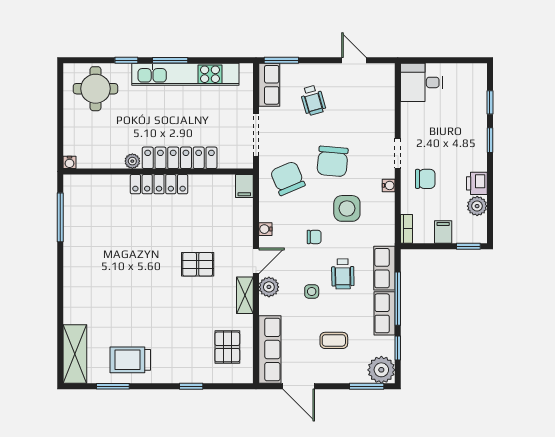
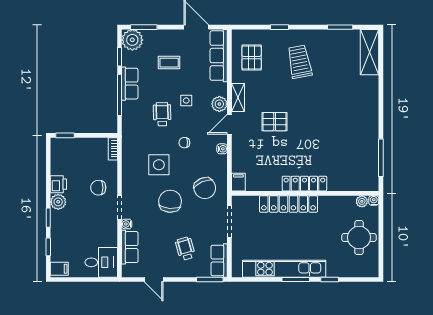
round table: (95, 89) -> (359, 238), moved
plant: (132, 161) -> (362, 201), moved
water cooler: (389, 185) -> (127, 224), moved
plant: (477, 206) -> (58, 202), moved
filing cabinet: (443, 232) -> (59, 269), moved, turned -90
row of seats: (384, 268) -> (130, 247), moved
trolley: (130, 360) -> (300, 62), moved, turned -101

